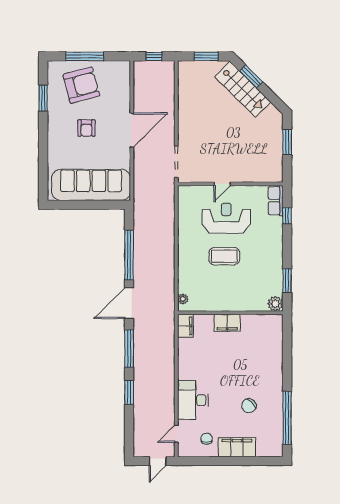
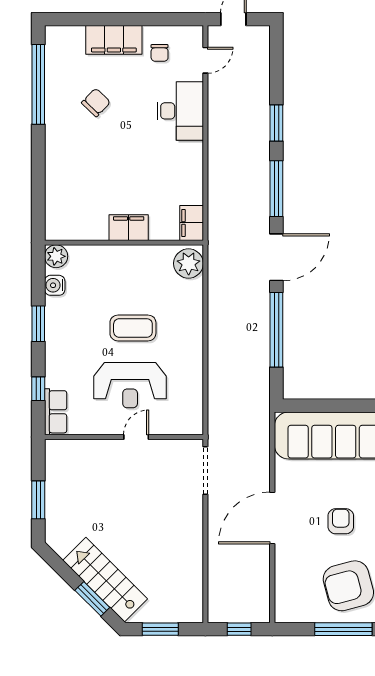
window: (287, 281) -> (38, 324), moved
water cooler: (276, 284) -> (55, 285), added
plant: (183, 299) -> (189, 263), width x1.87, depth x1.87

